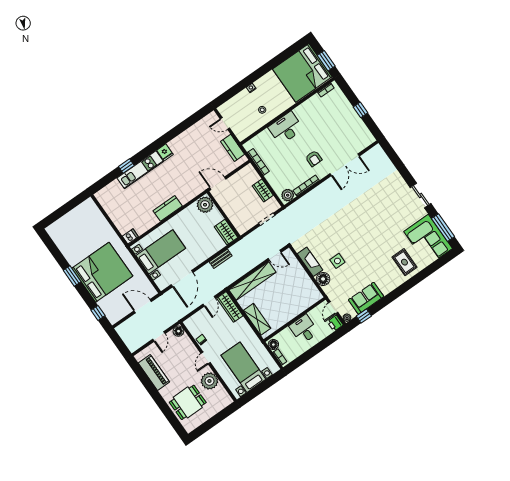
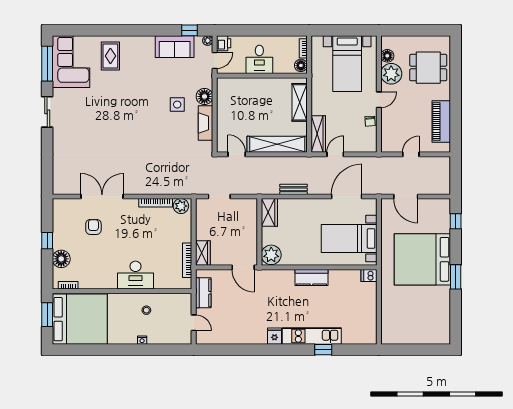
floor lamp: (343, 104) -> (61, 259), added
armchair: (314, 158) -> (93, 227), moved
wardrobe: (263, 191) -> (203, 253), moved
floor lamp: (178, 331) -> (387, 56), moved

